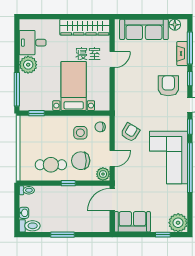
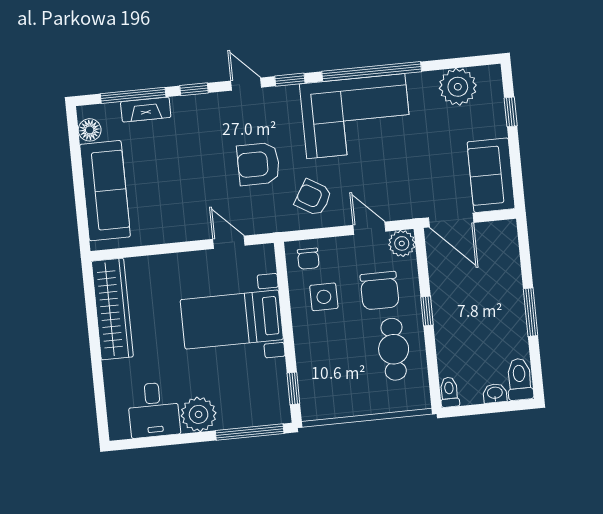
door: (112, 60) -> (229, 242), moved
armchair: (168, 86) -> (258, 164), moved
plant: (178, 223) -> (458, 87), moved

